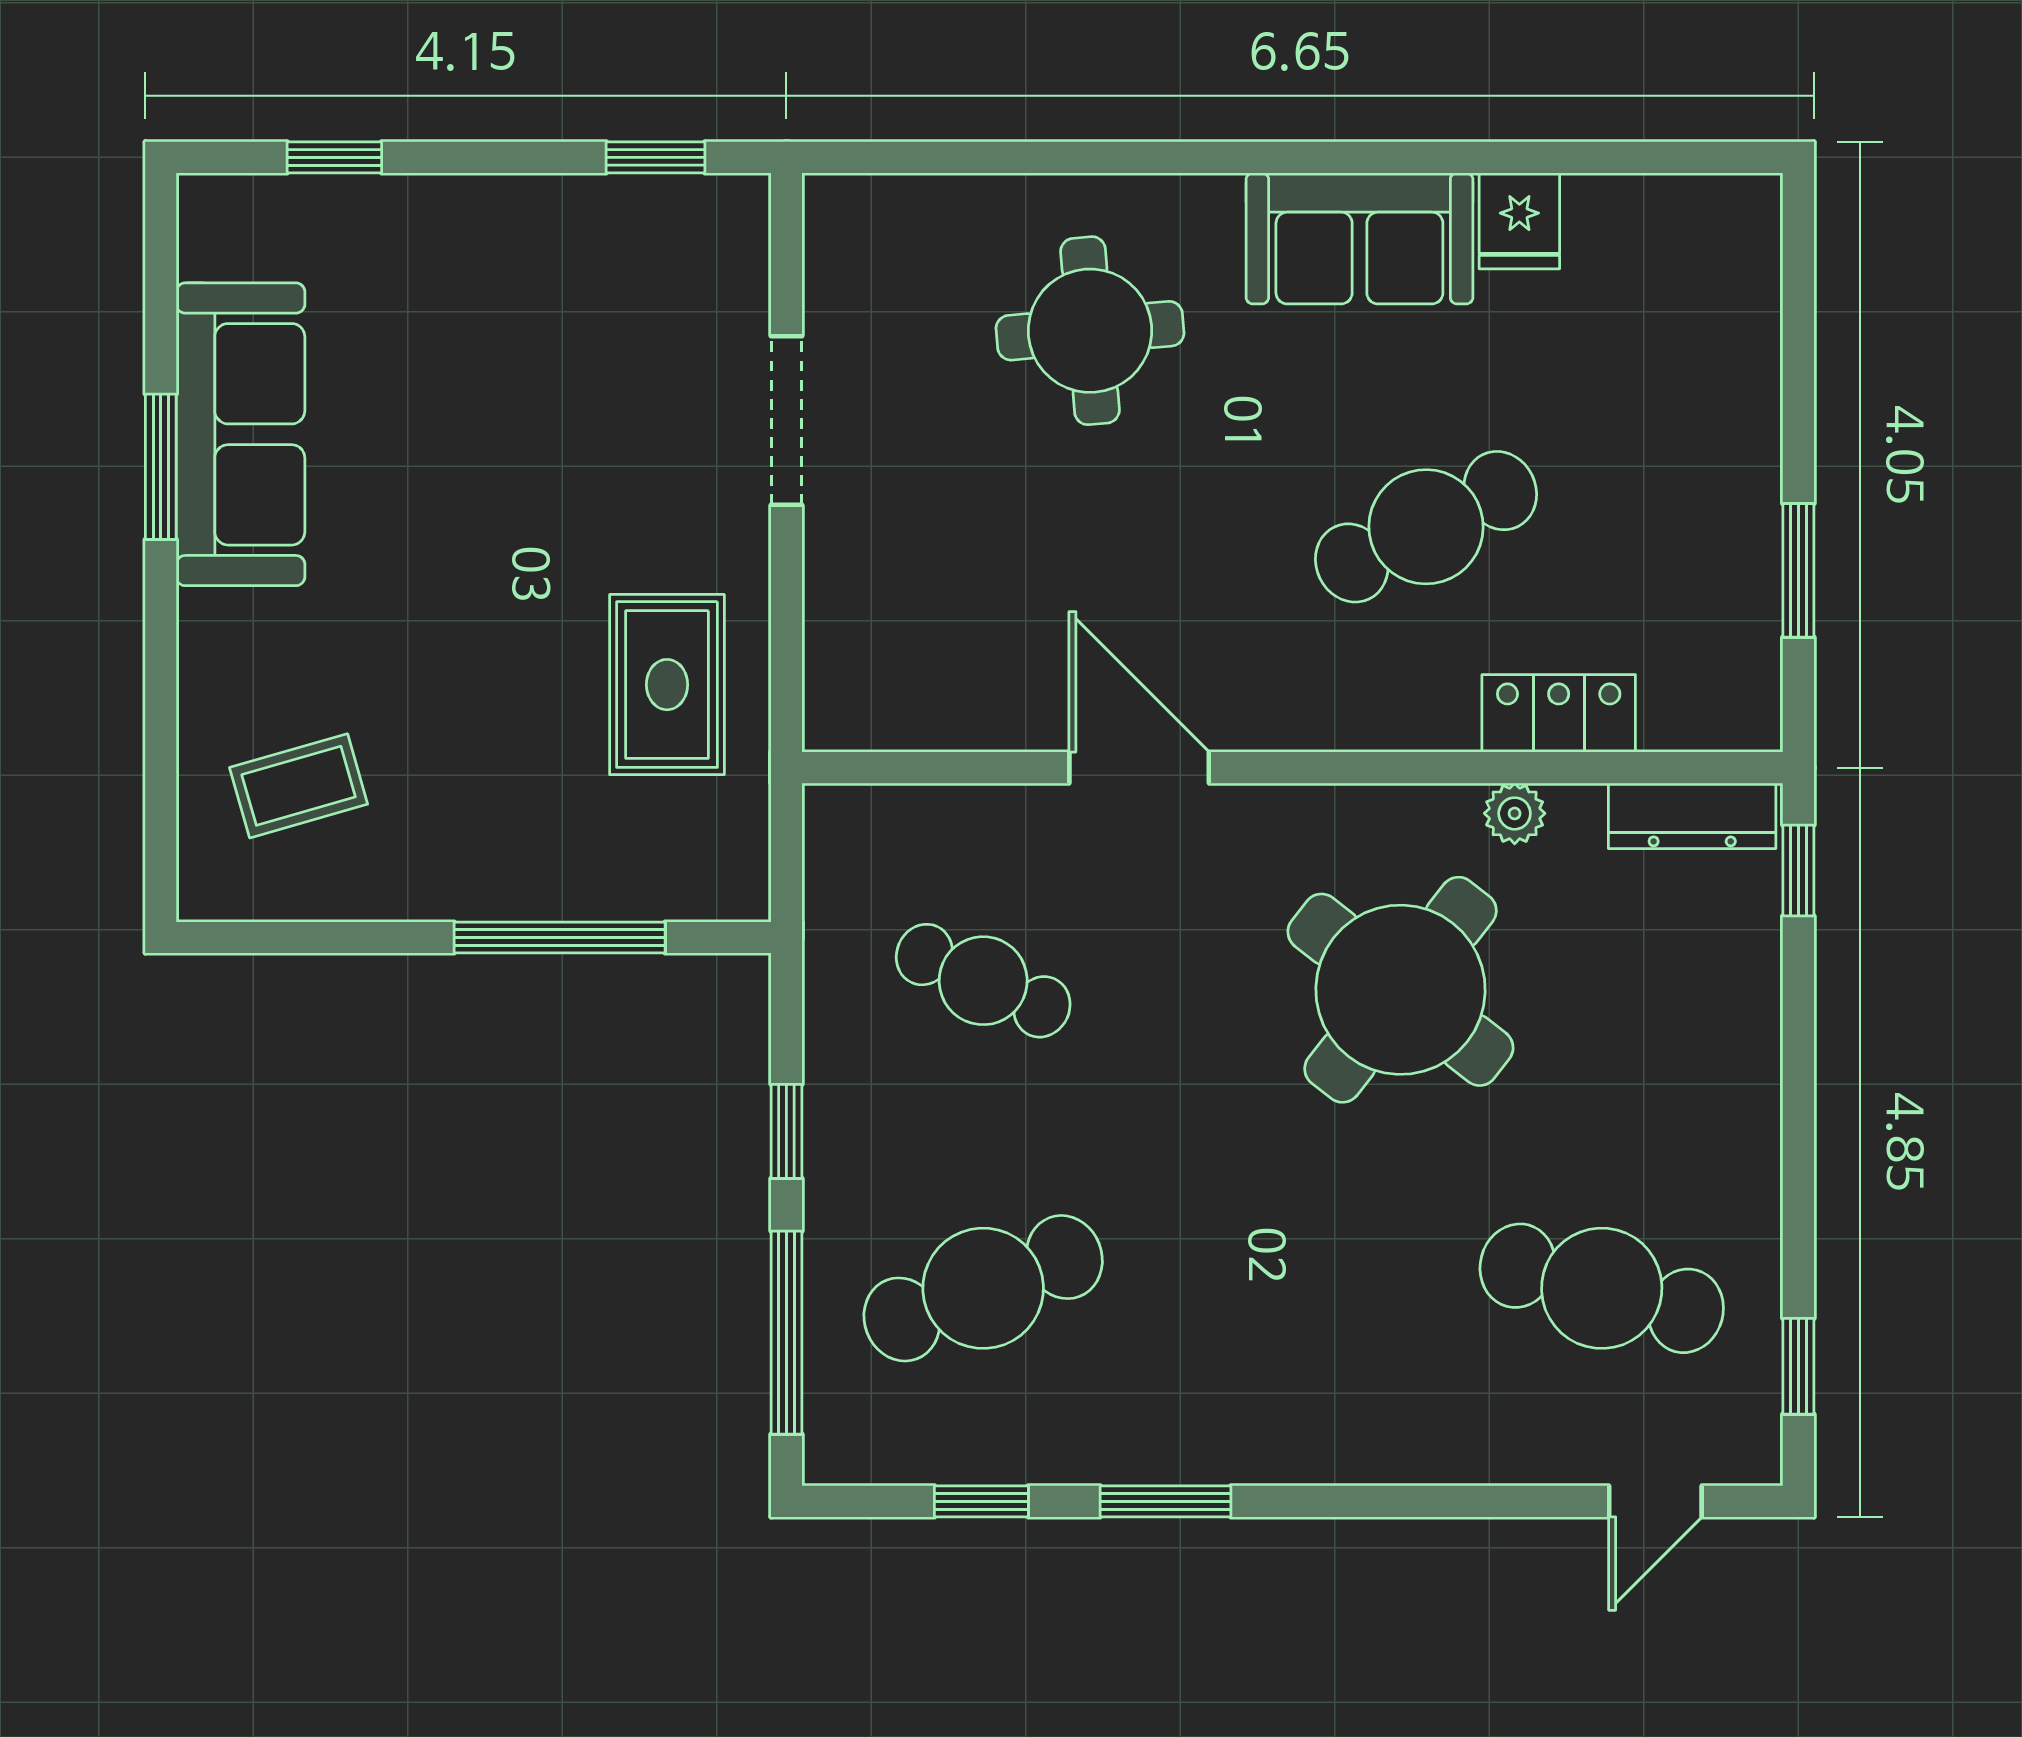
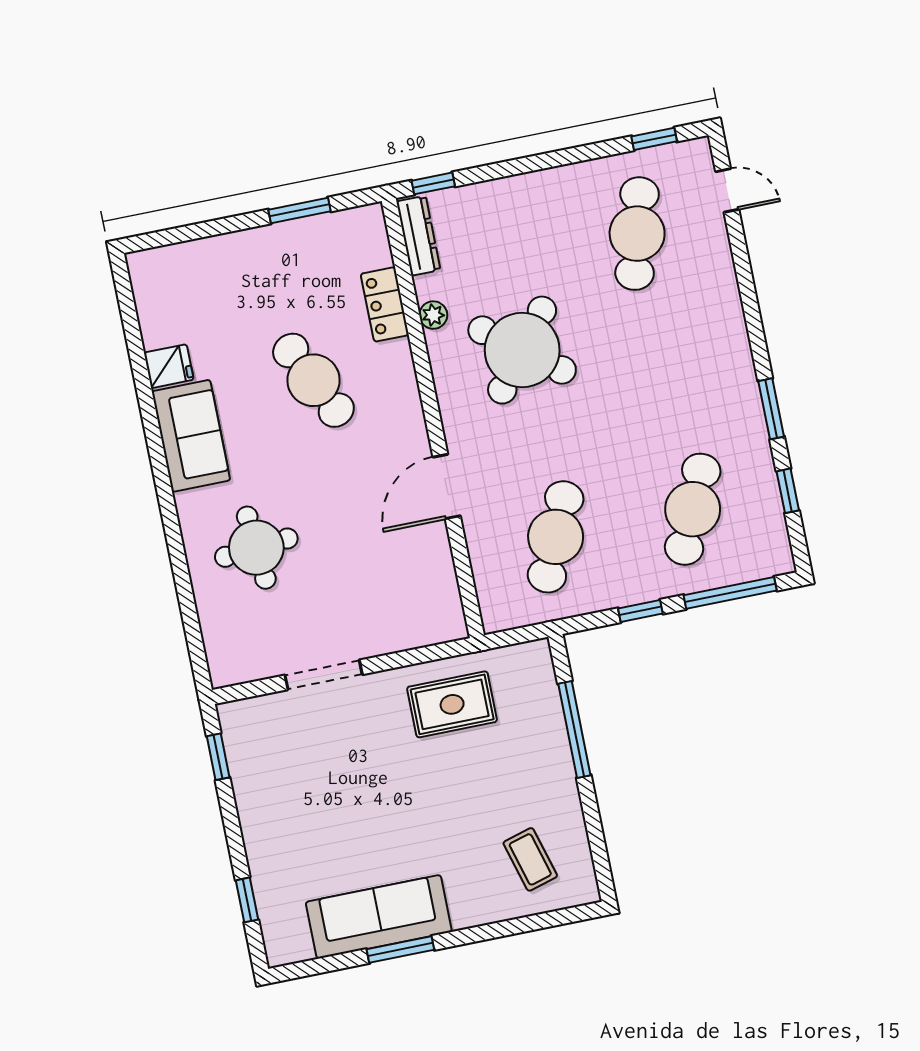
cafe table: (983, 981) -> (556, 537), width x1.37, depth x1.35
cafe table: (983, 1288) -> (693, 509), turned 45

